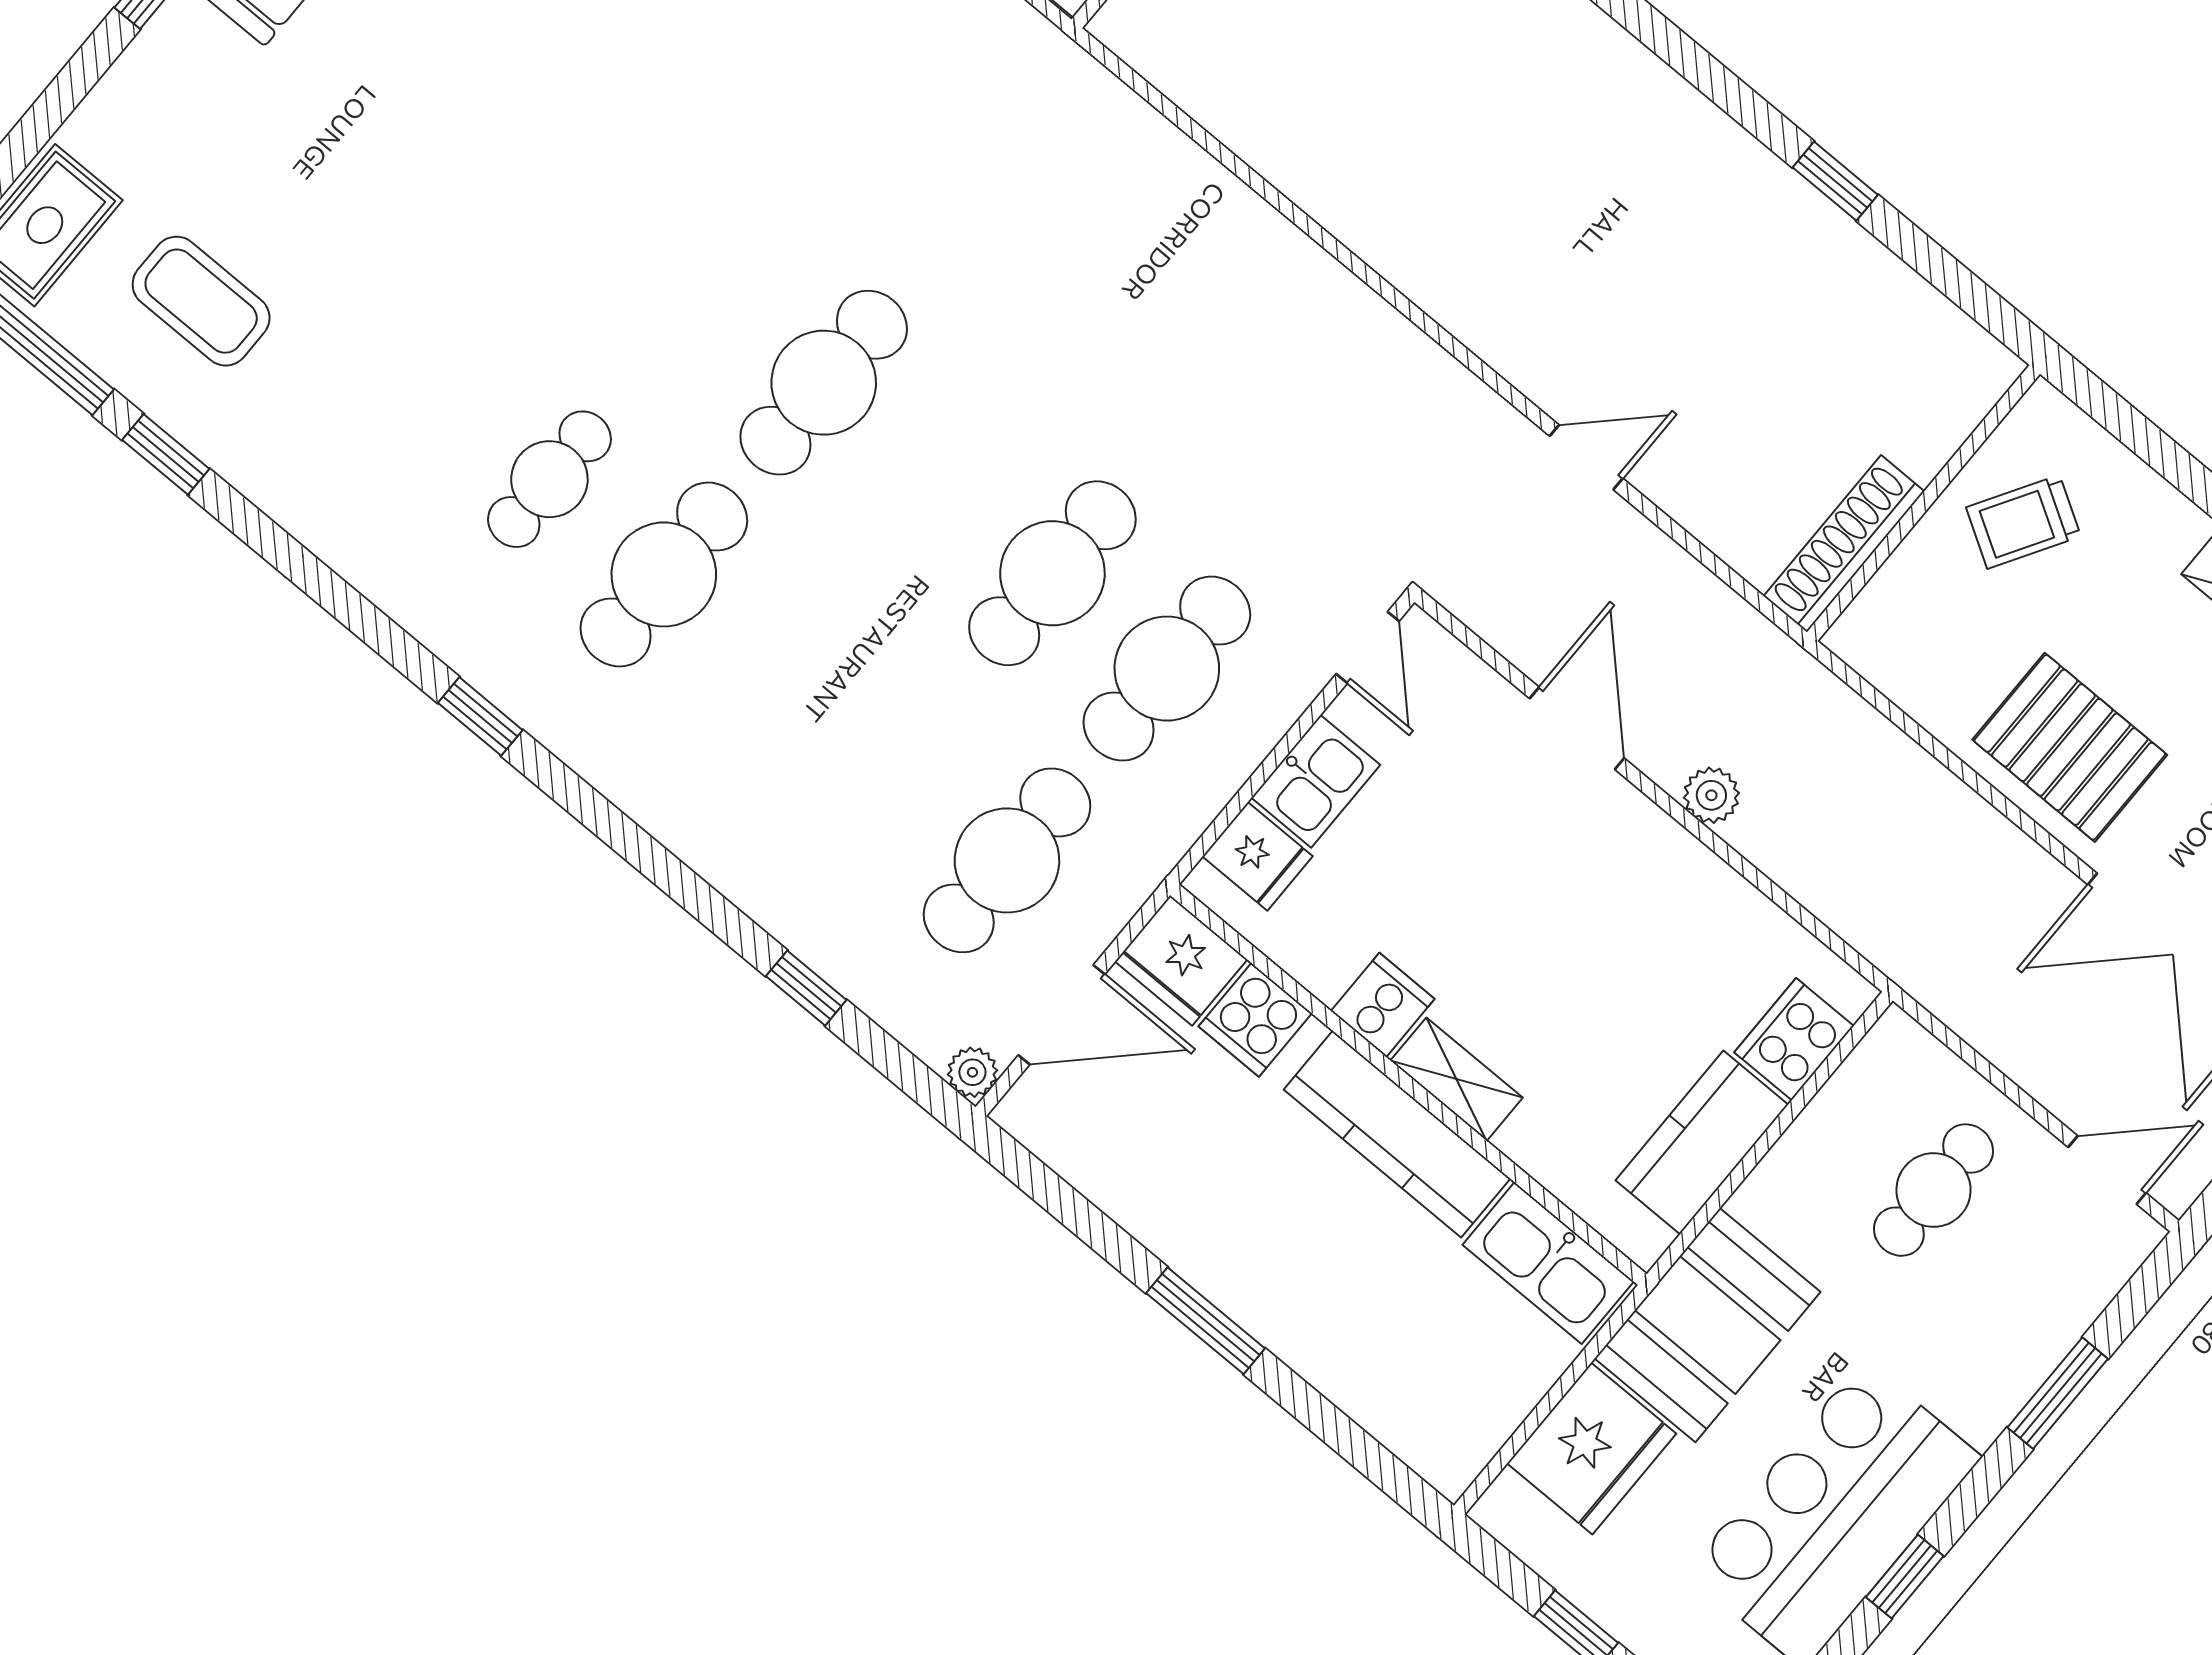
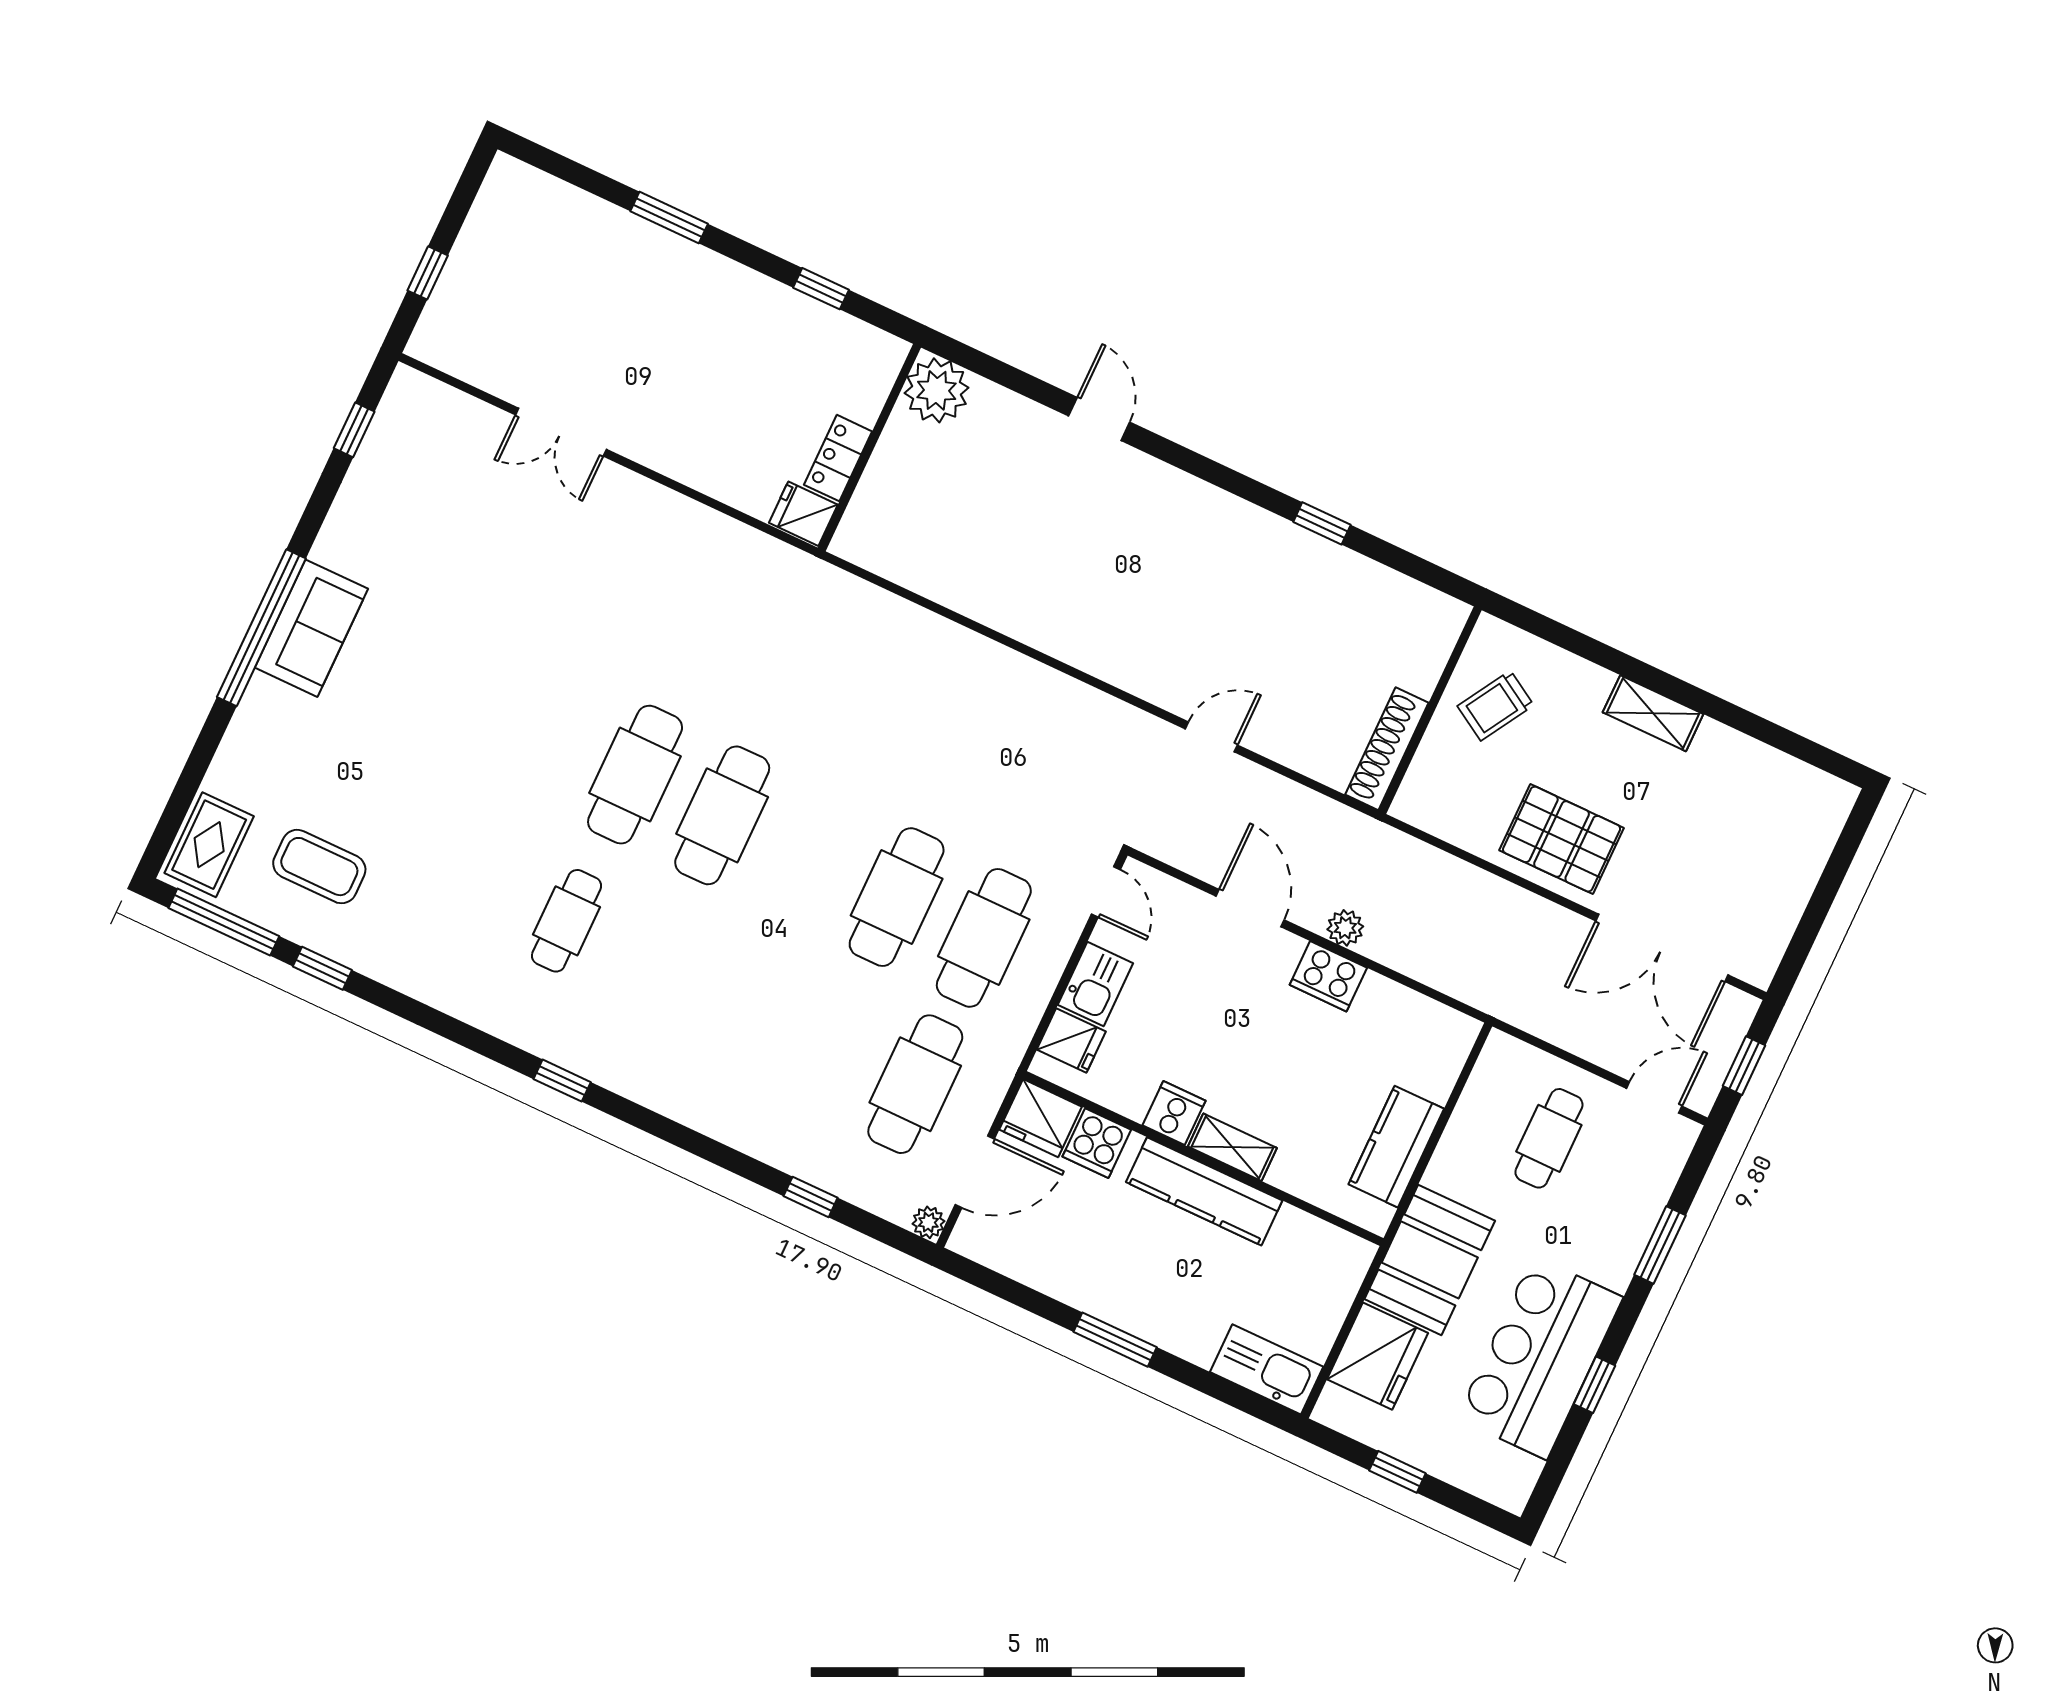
cafe table: (664, 574) -> (635, 775), moved
cooker: (1794, 1039) -> (1328, 976), moved, turned -90
kitchen sink: (1548, 1263) -> (1267, 1369), moved, turned 180

